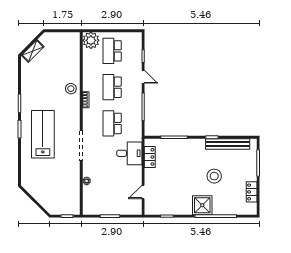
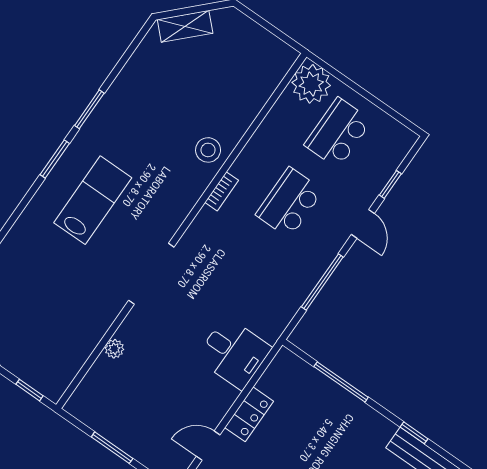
school desk: (112, 123) -> (241, 272), removed
lab bench: (43, 134) -> (93, 200), width x0.73, depth x0.72
locker: (150, 157) -> (249, 414), moved

